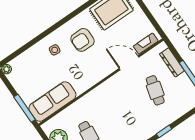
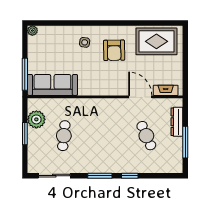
armchair: (83, 40) -> (114, 50), turned -91
cafe table: (155, 90) -> (146, 136), turned -39

